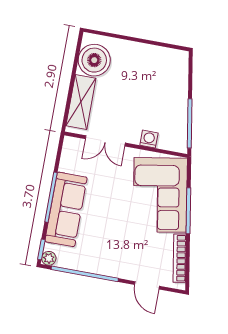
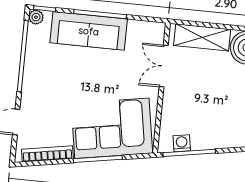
washing machine: (149, 139) -> (182, 143), moved, turned -100

